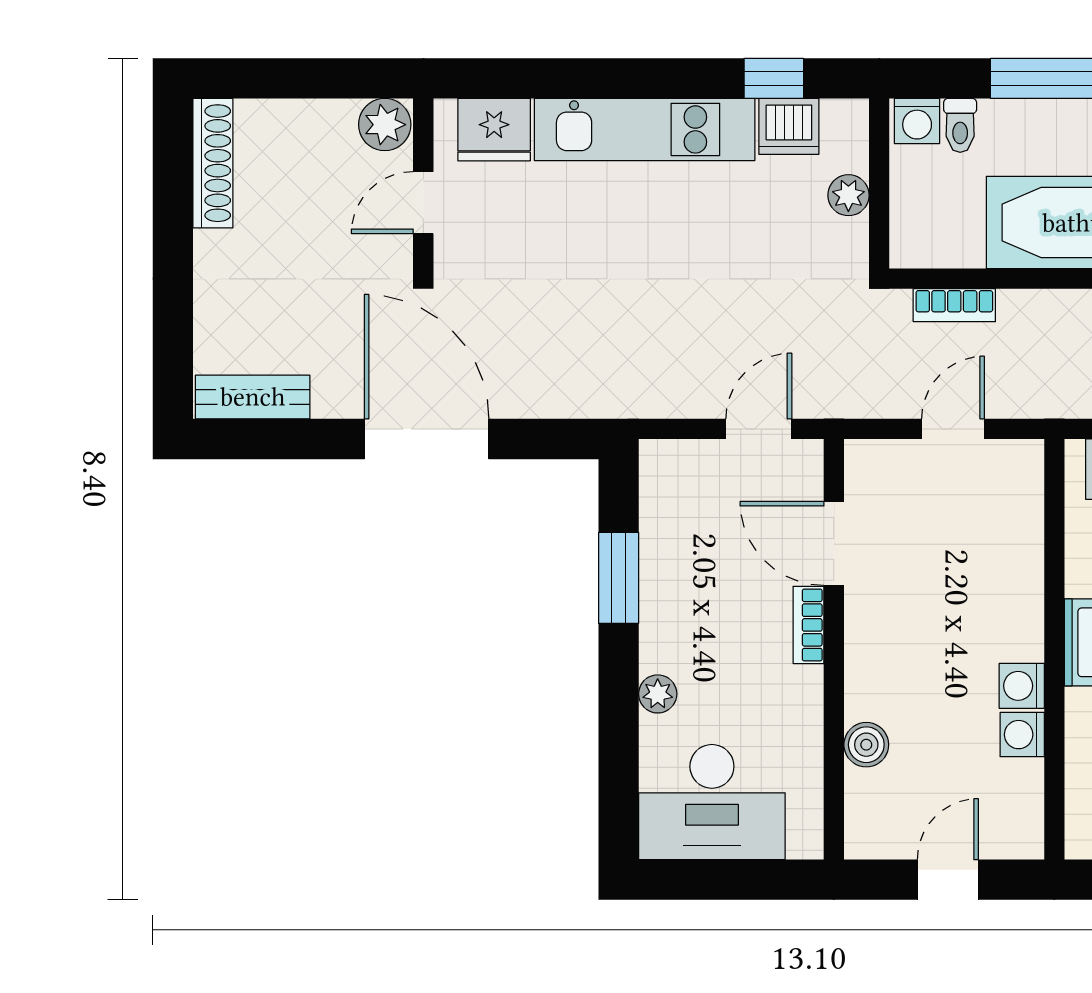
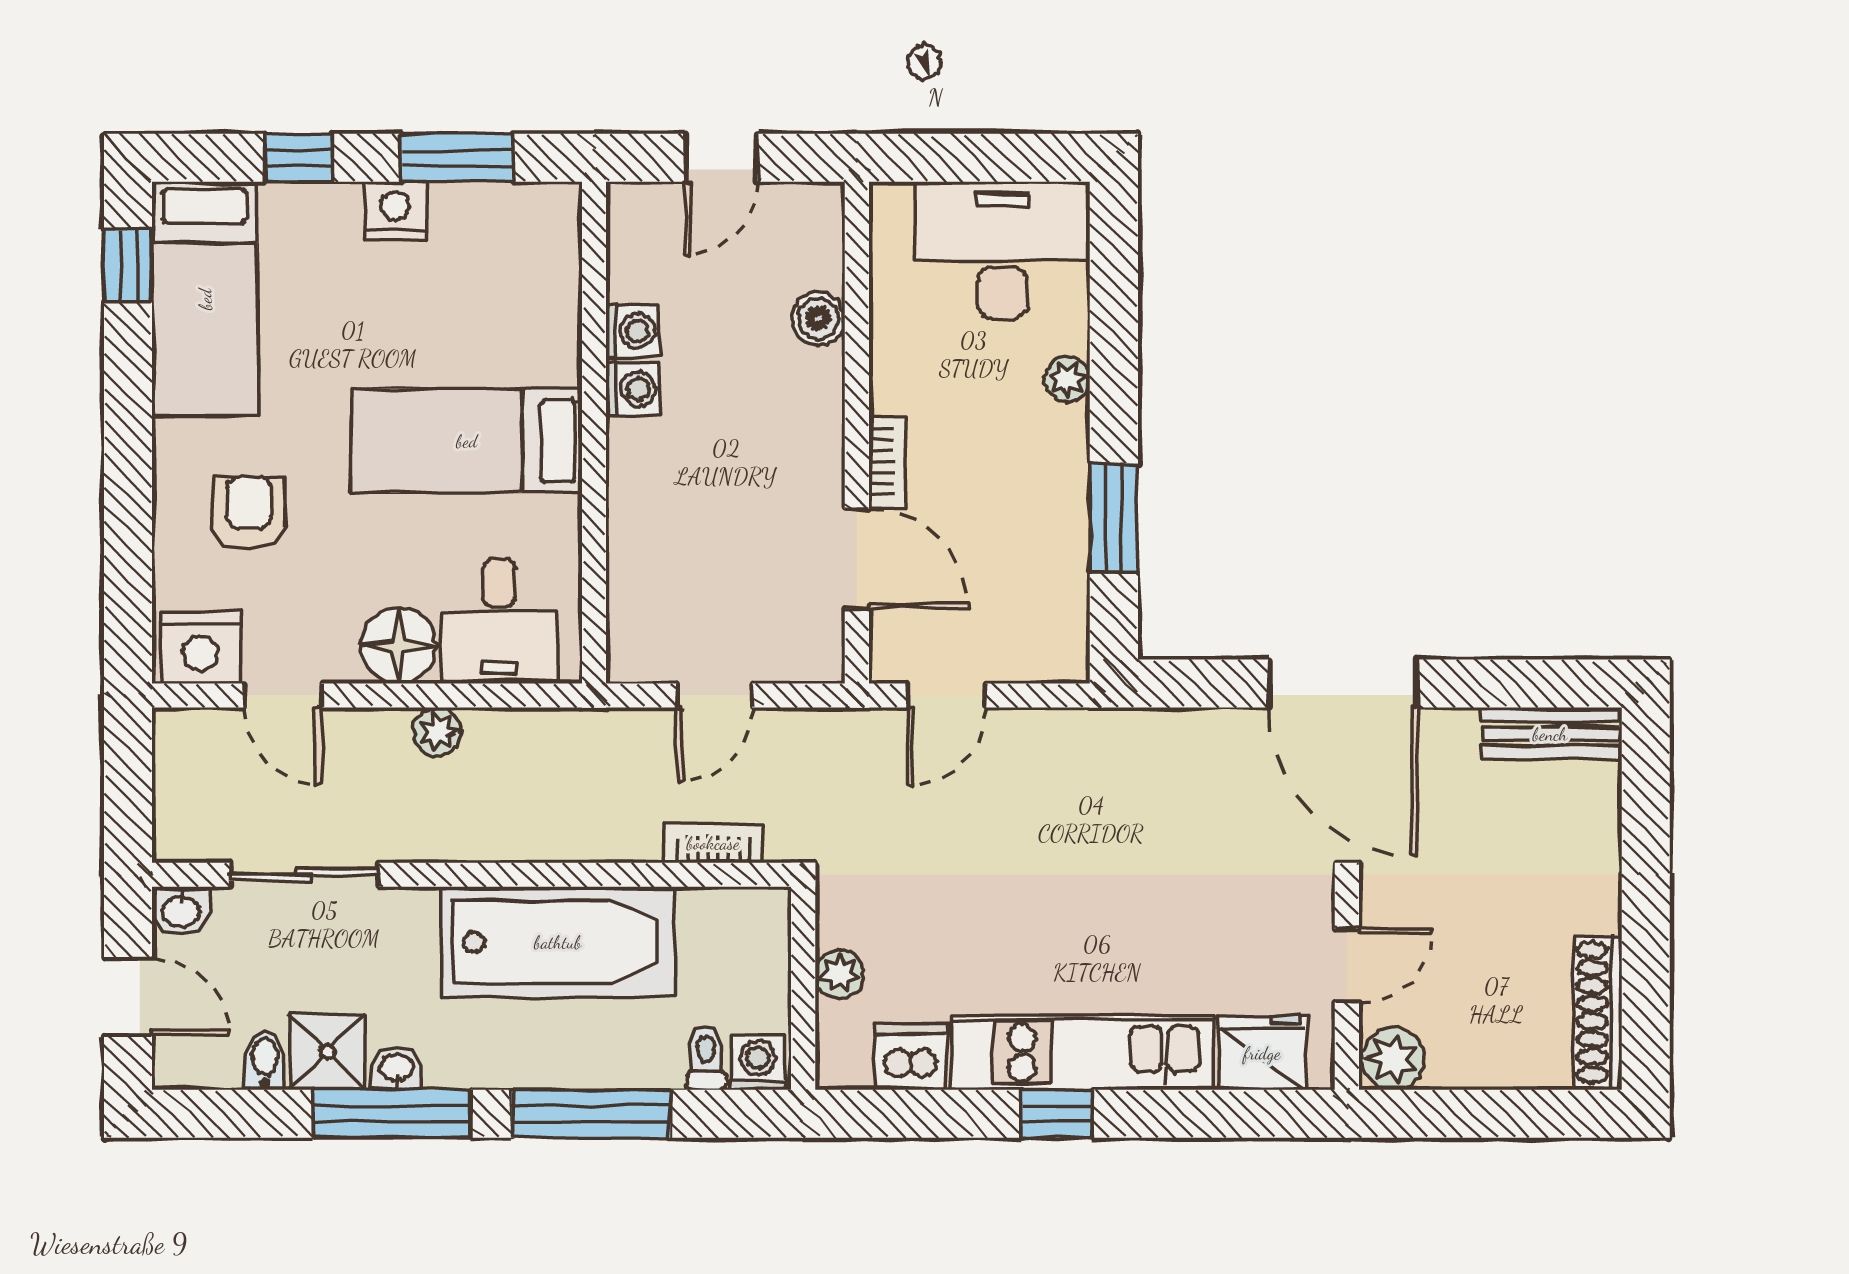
window: (774, 78) -> (1057, 1114), moved

